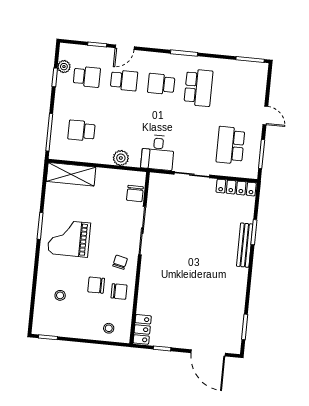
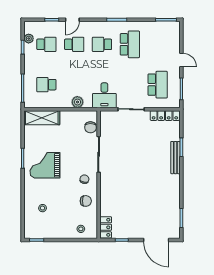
school desk: (230, 145) -> (158, 85), turned 180
chair: (96, 285) -> (68, 198), removed

